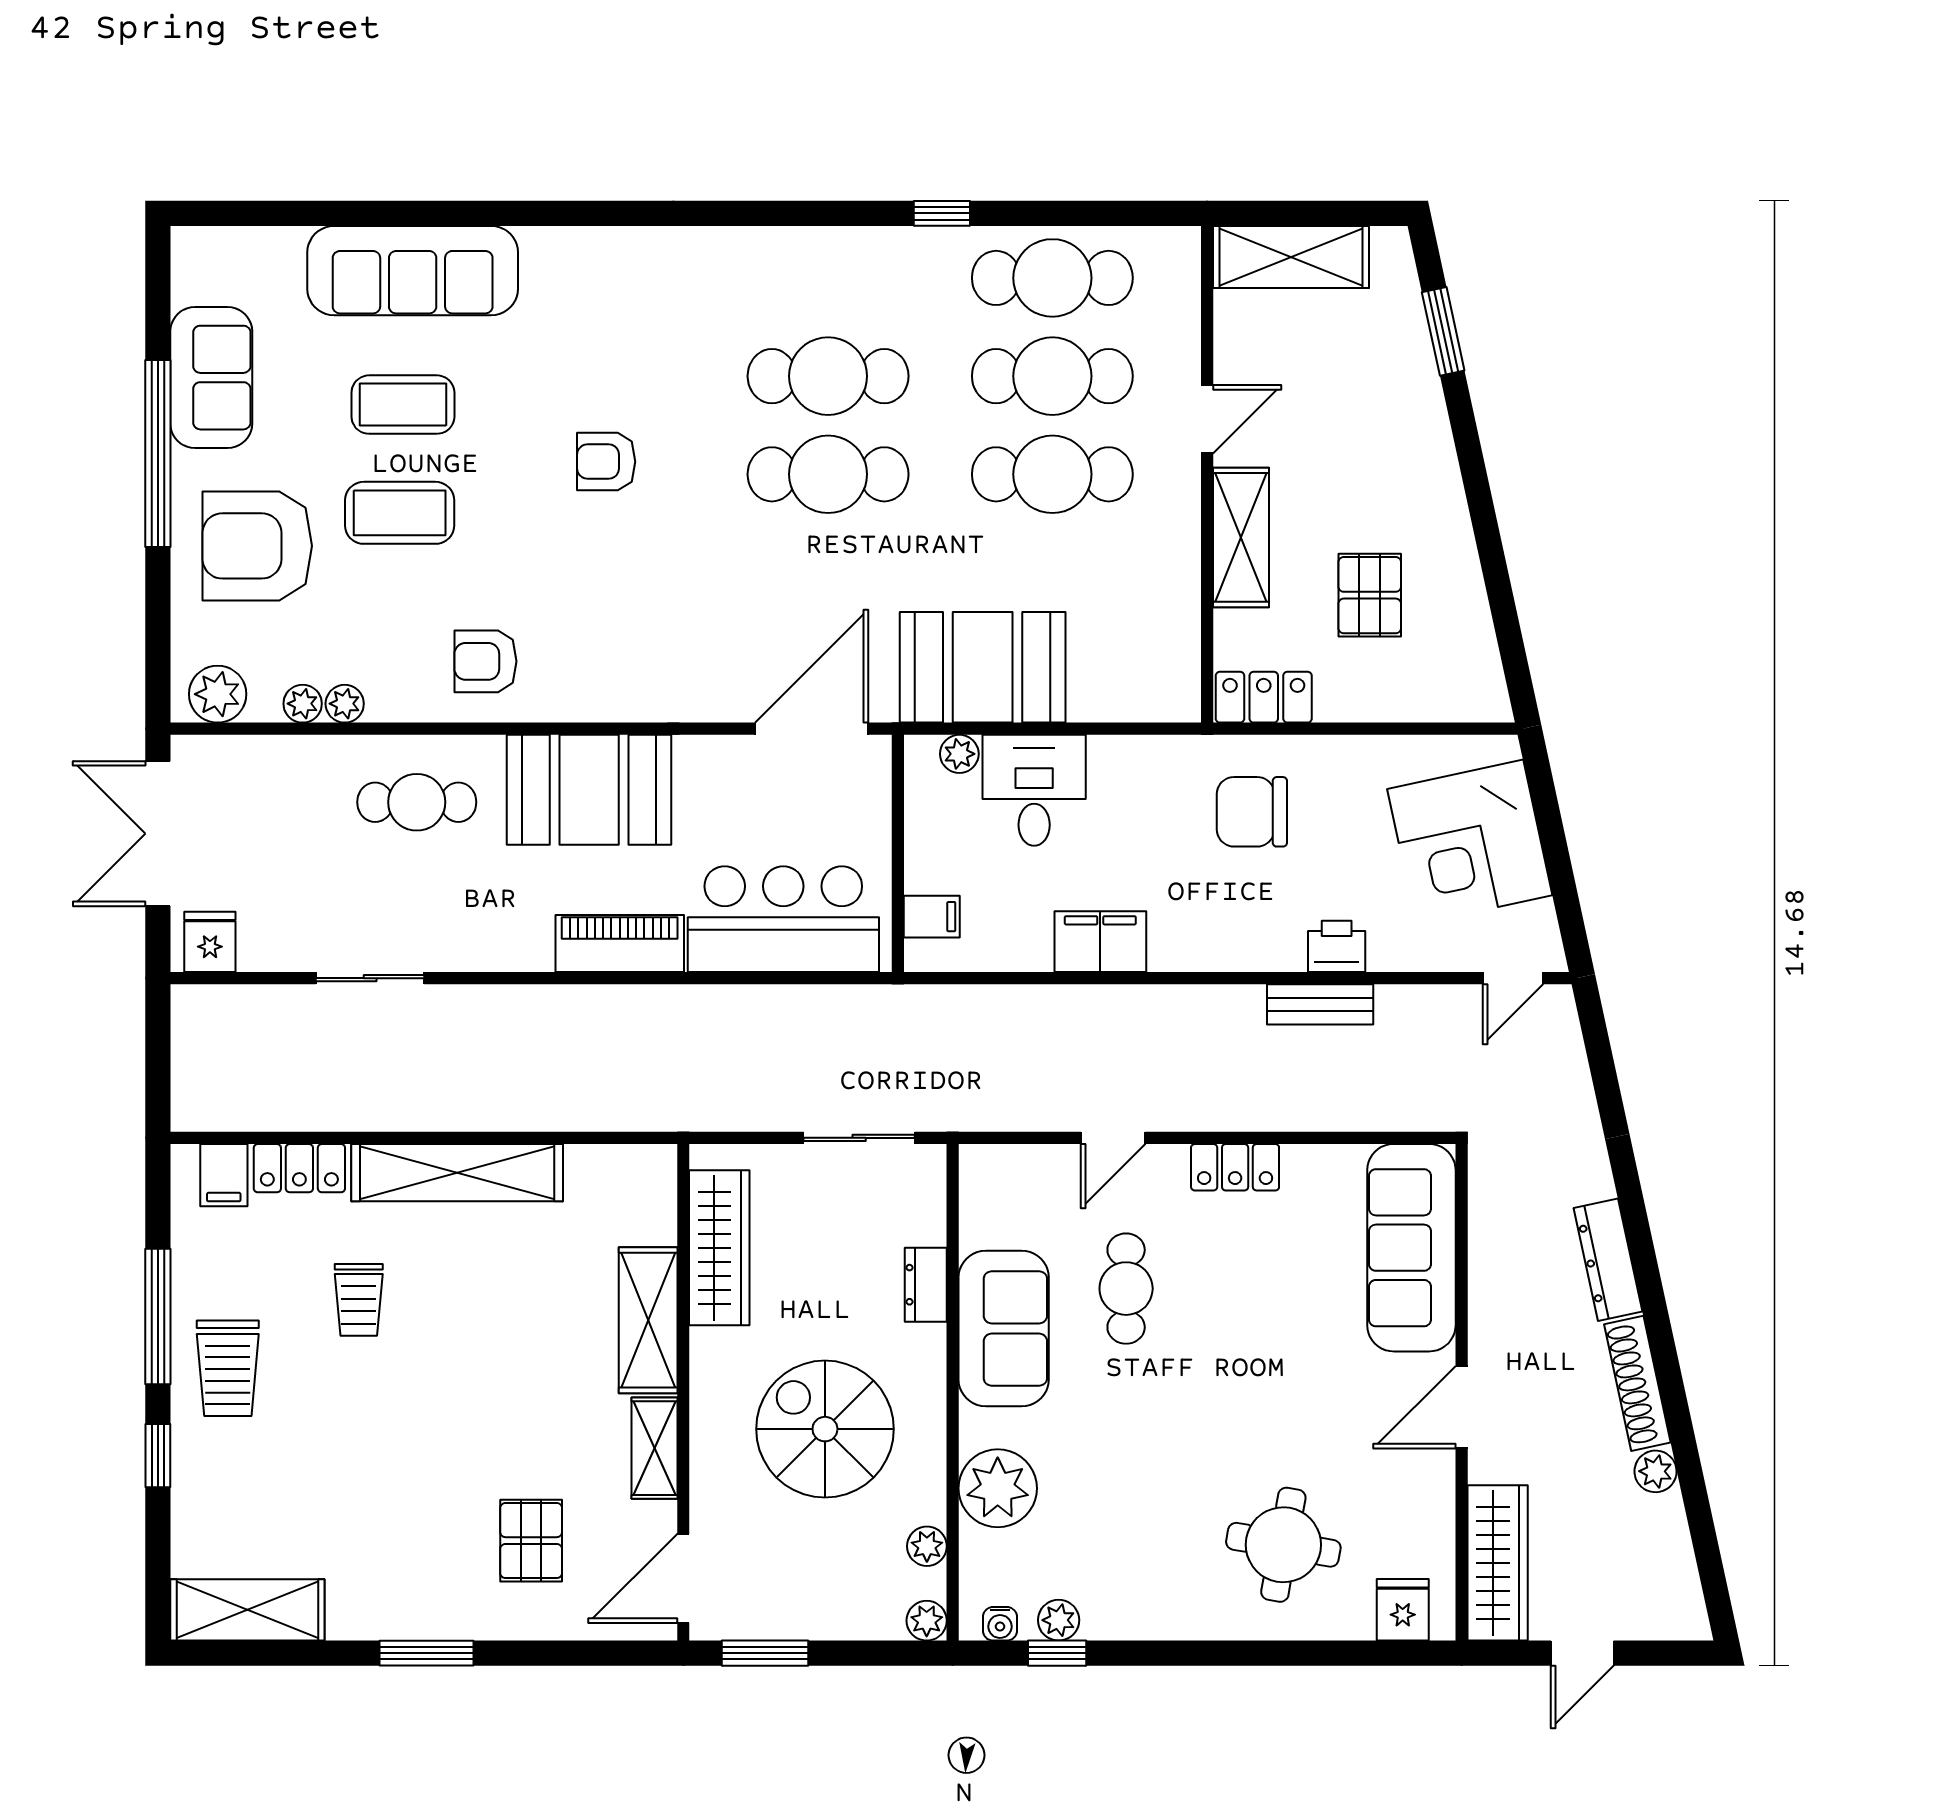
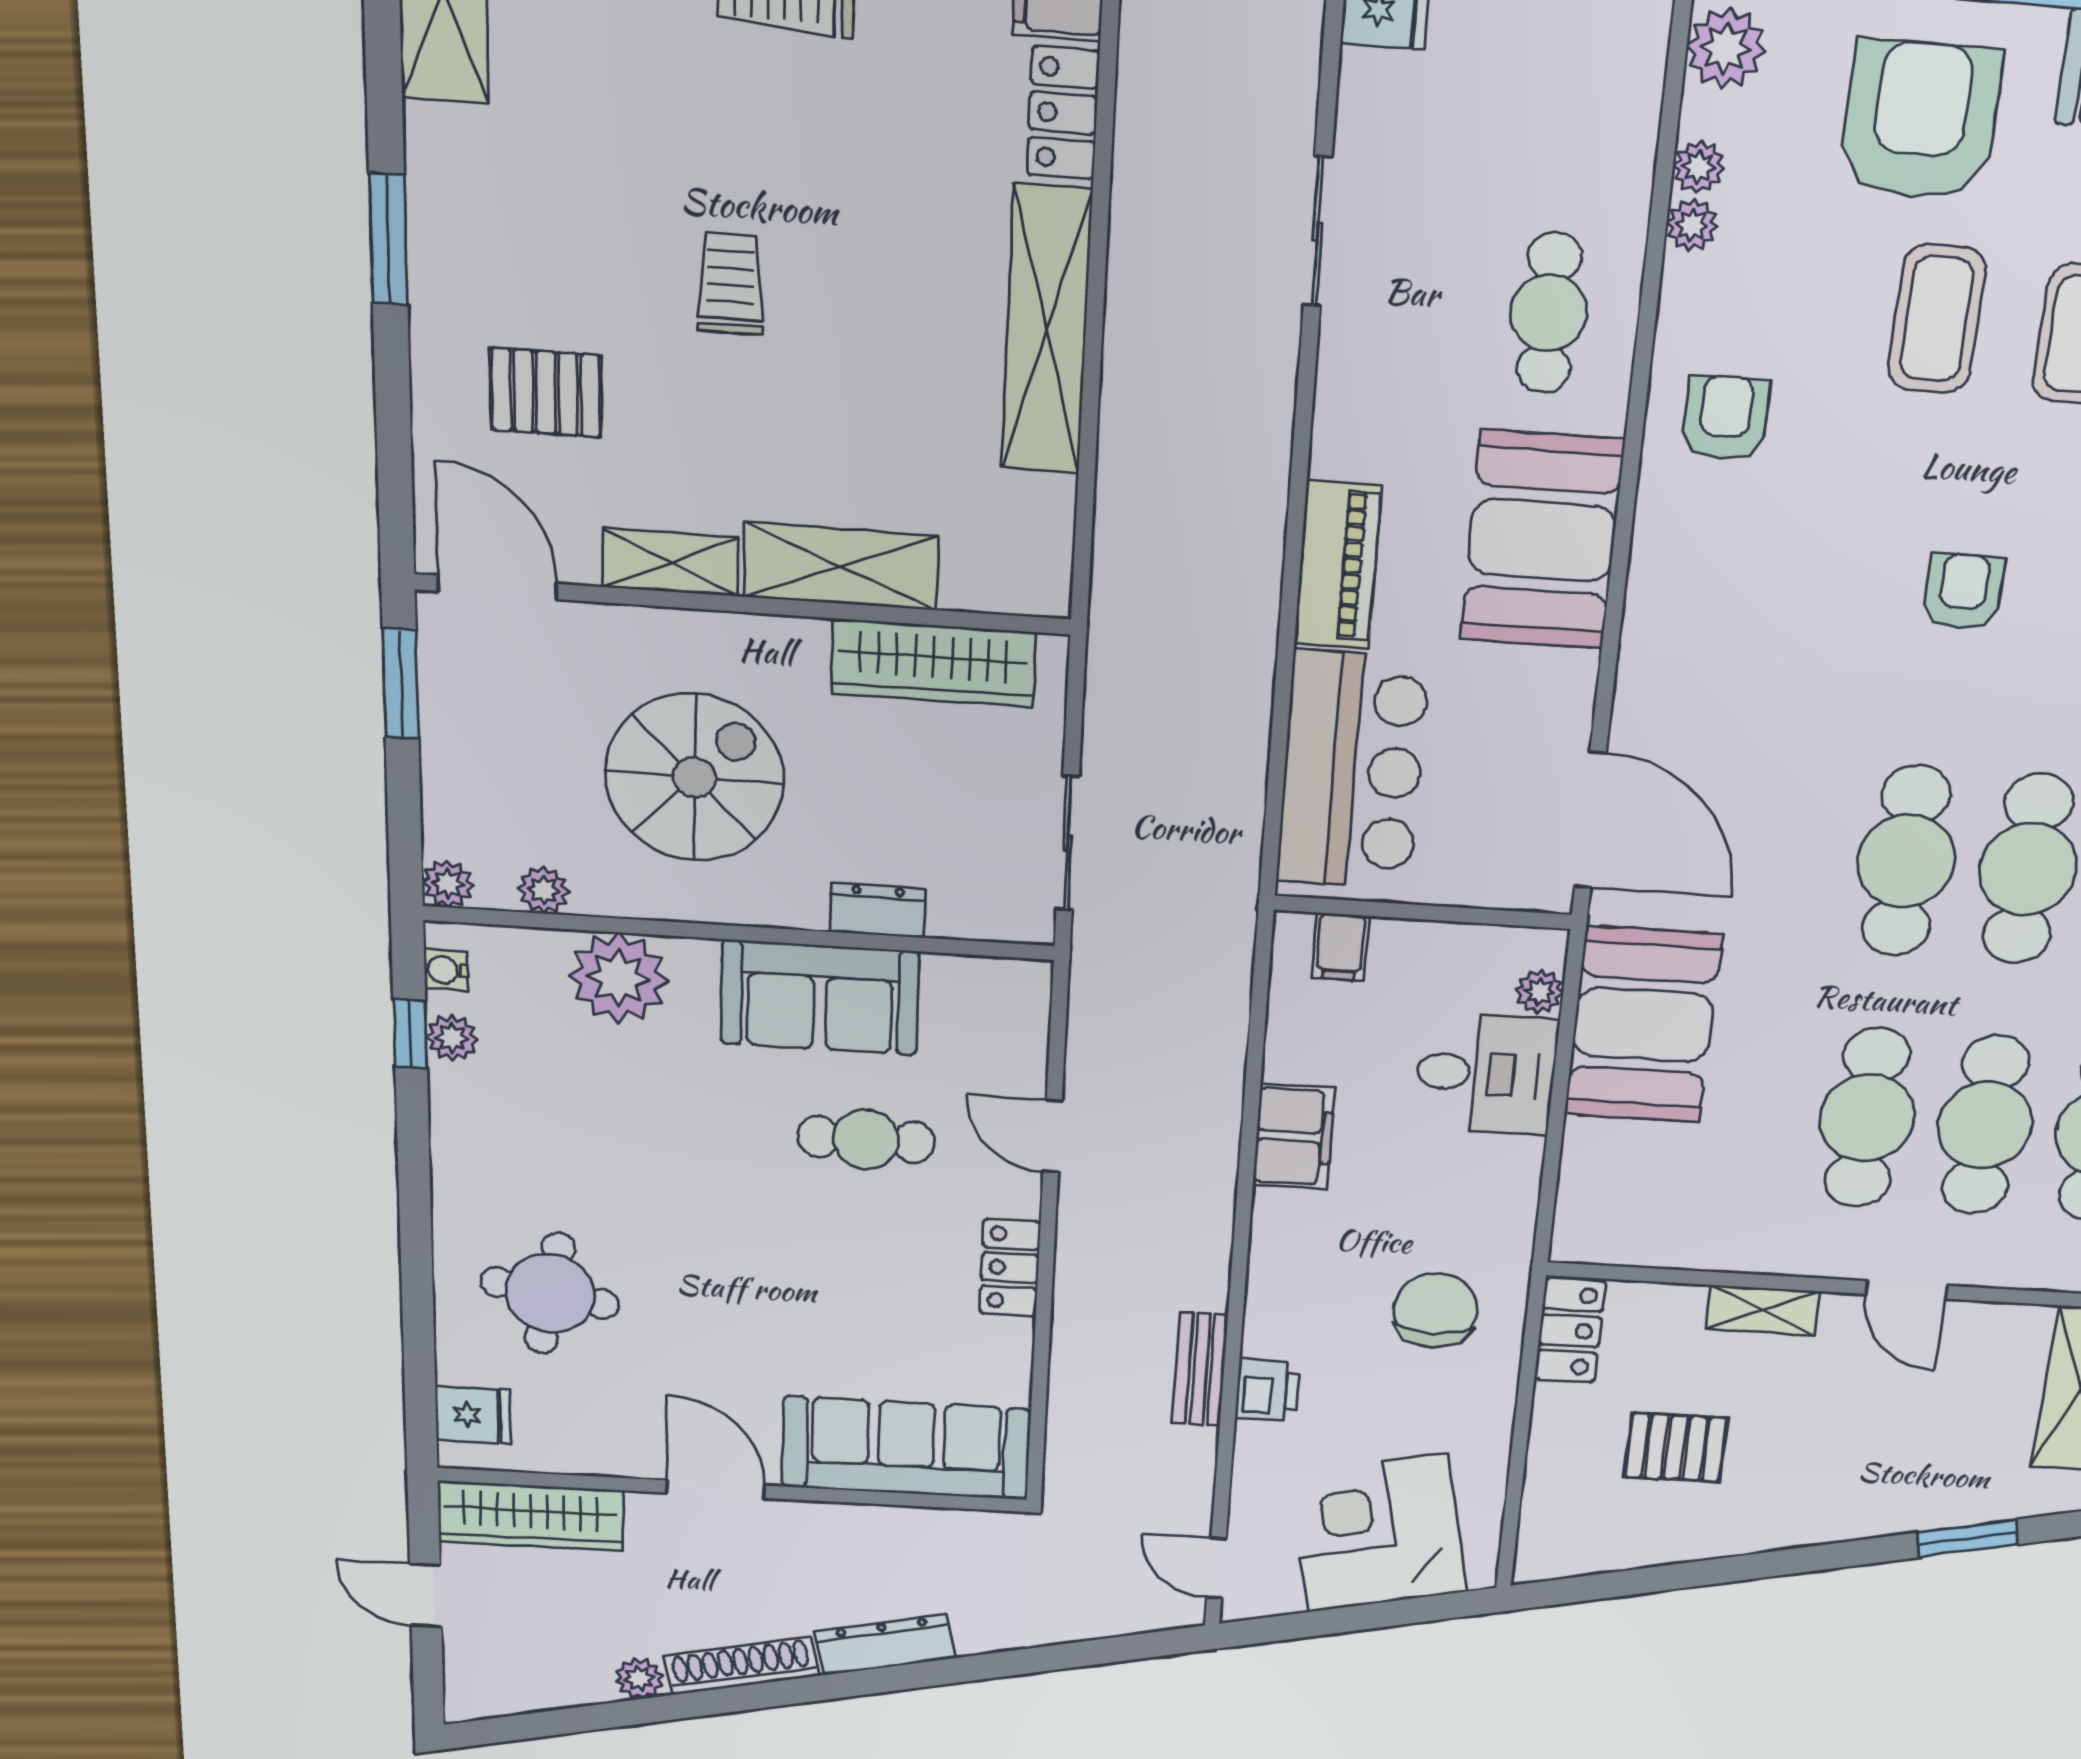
shelving: (1241, 537) -> (1763, 1310), width x0.67, depth x0.75
trolley: (359, 1300) -> (731, 284), moved, turned 90

